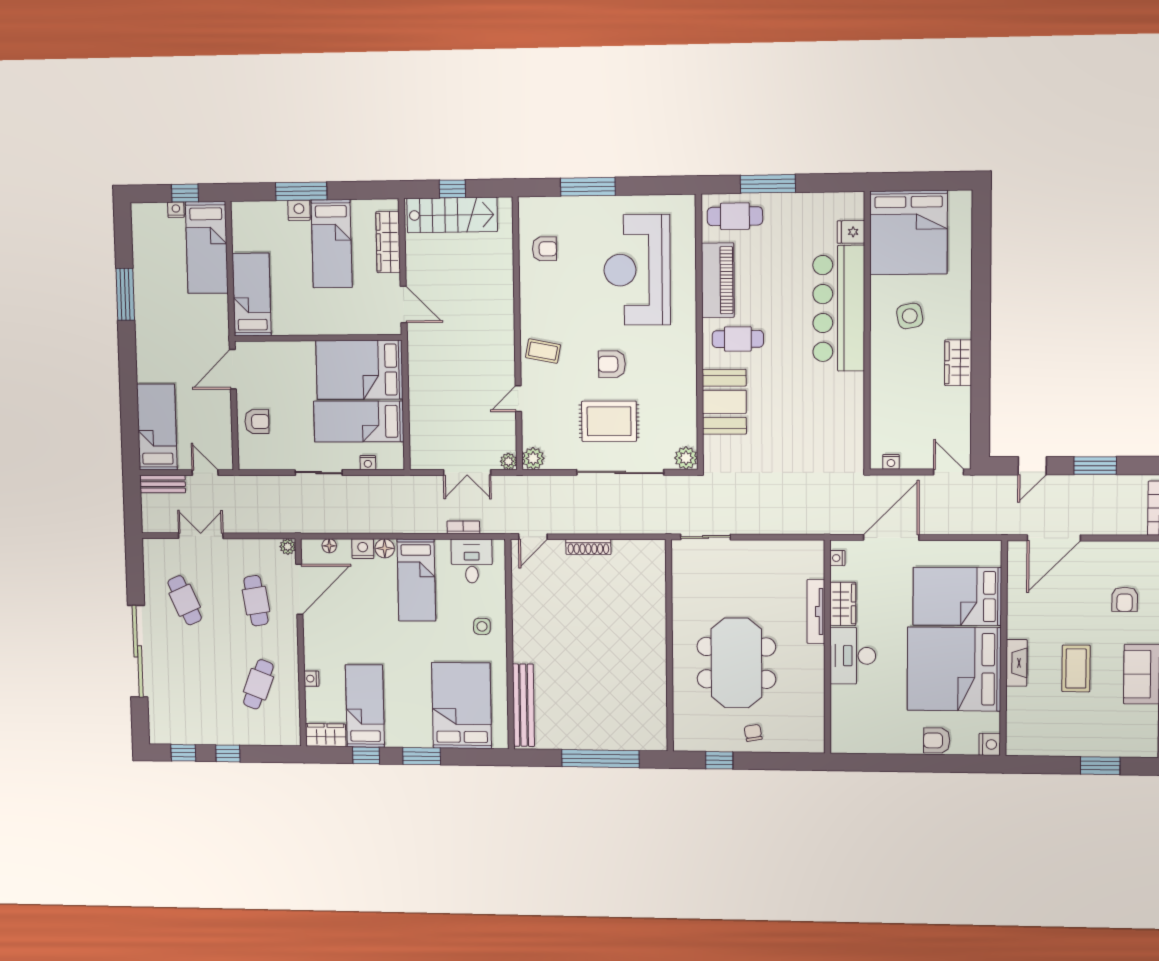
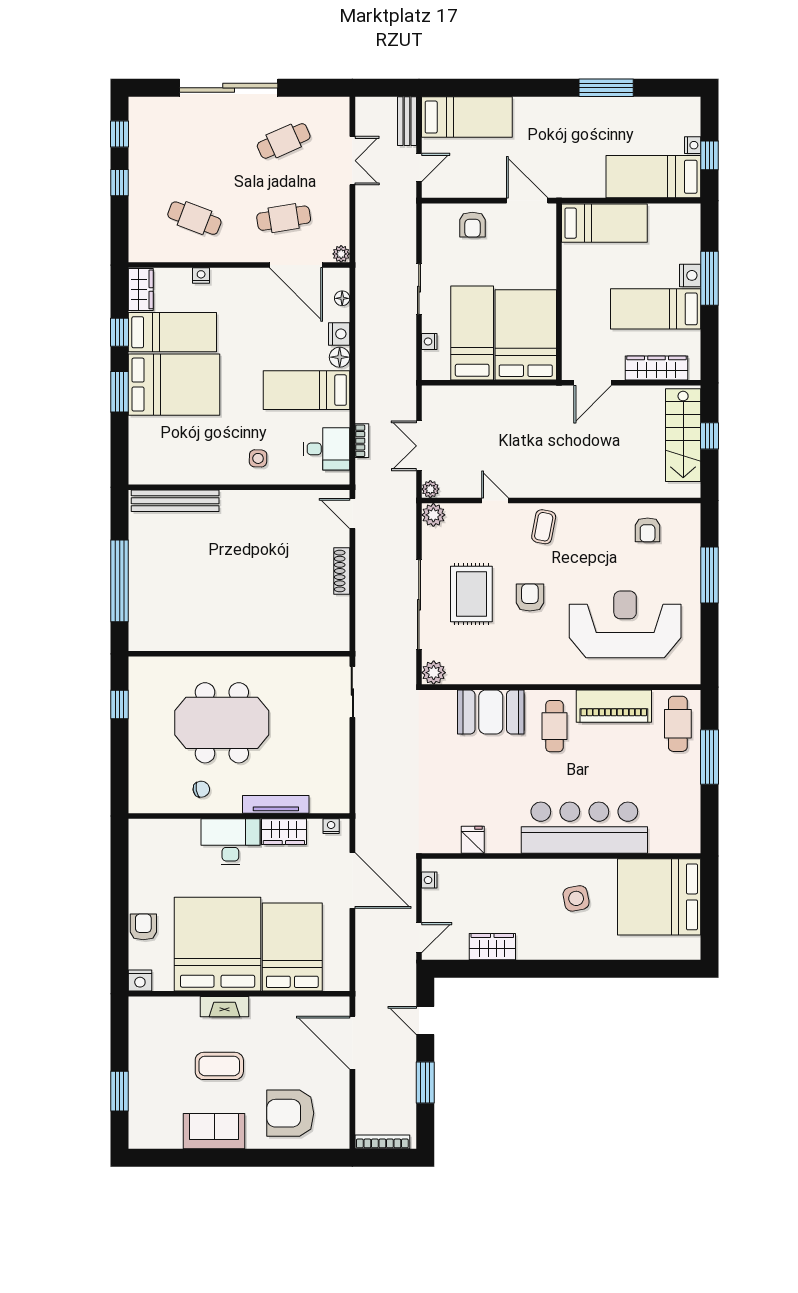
fridge: (851, 232) -> (473, 840), moved
wardrobe: (958, 363) -> (492, 947), moved
armchair: (1125, 599) -> (290, 1113), width x1.88, depth x1.88
bed: (462, 706) -> (174, 385), moved
chair: (753, 733) -> (201, 789), moved

